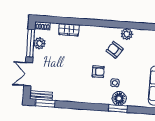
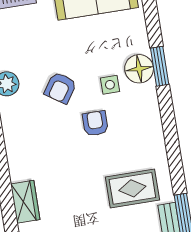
armchair: (115, 50) -> (60, 88), moved
rug: (63, 82) -> (132, 188), added

